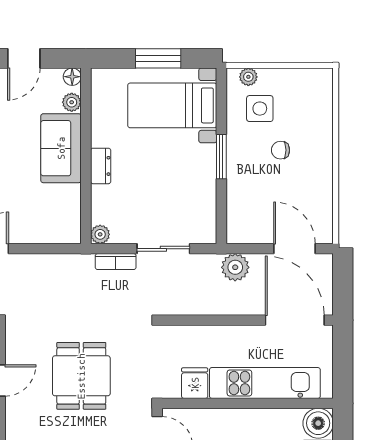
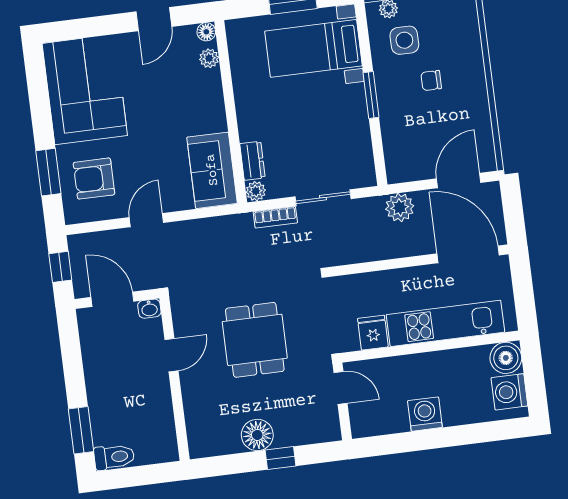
sofa: (61, 148) -> (212, 170), moved
dresser: (101, 166) -> (252, 161), moved
door: (294, 249) -> (459, 181), hinge flipped

